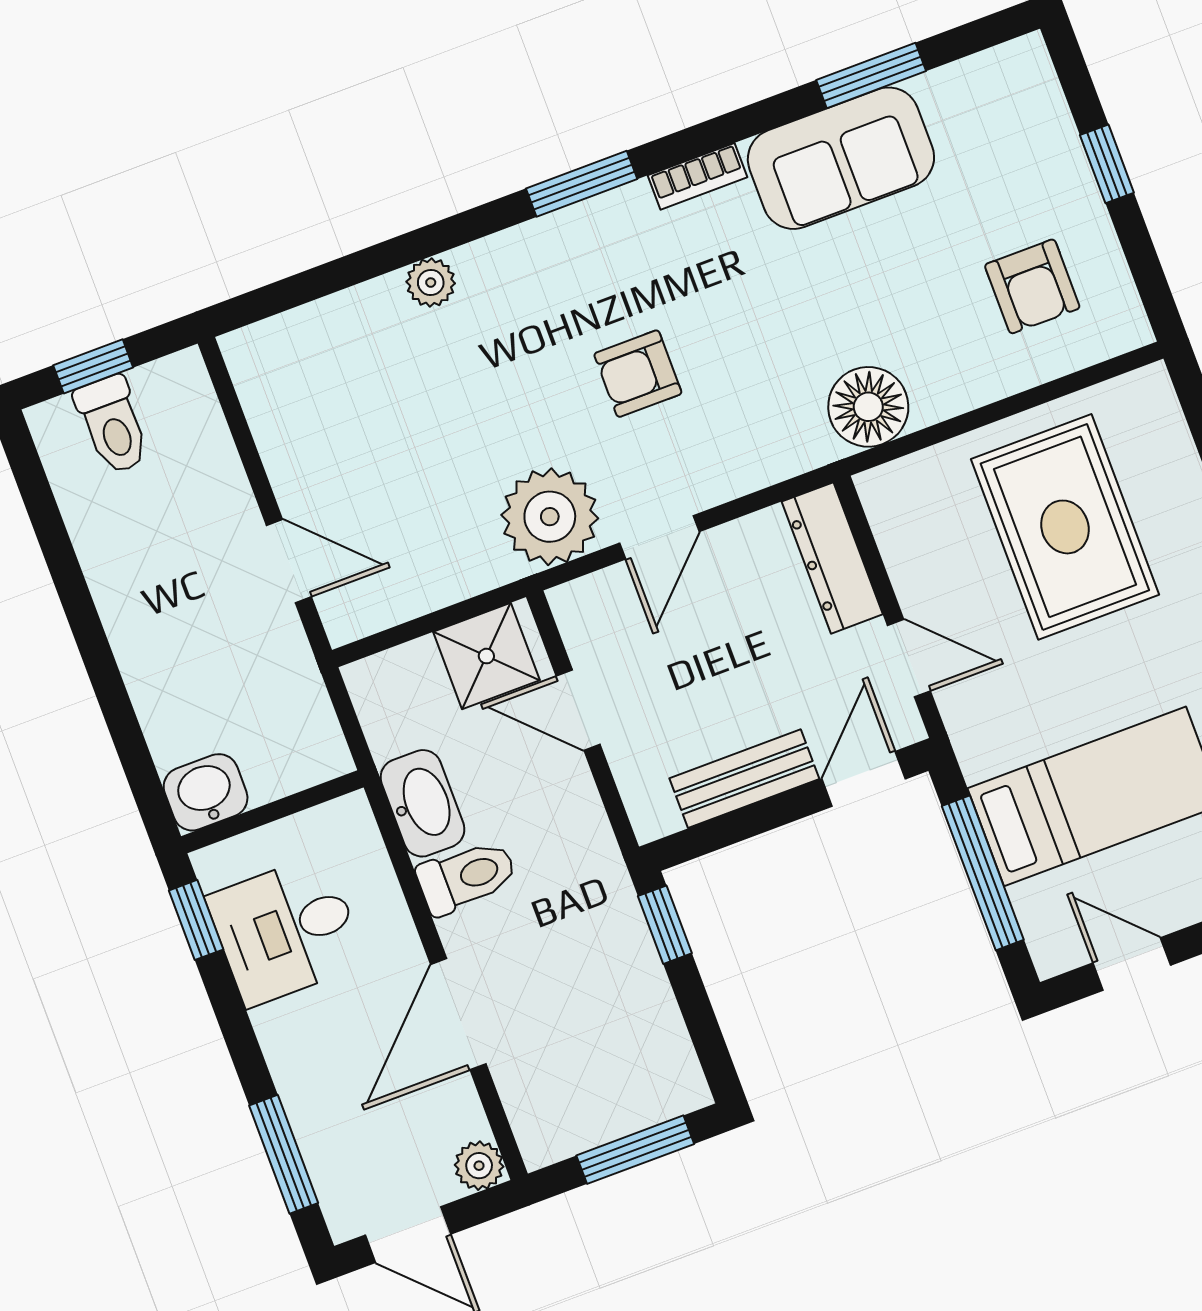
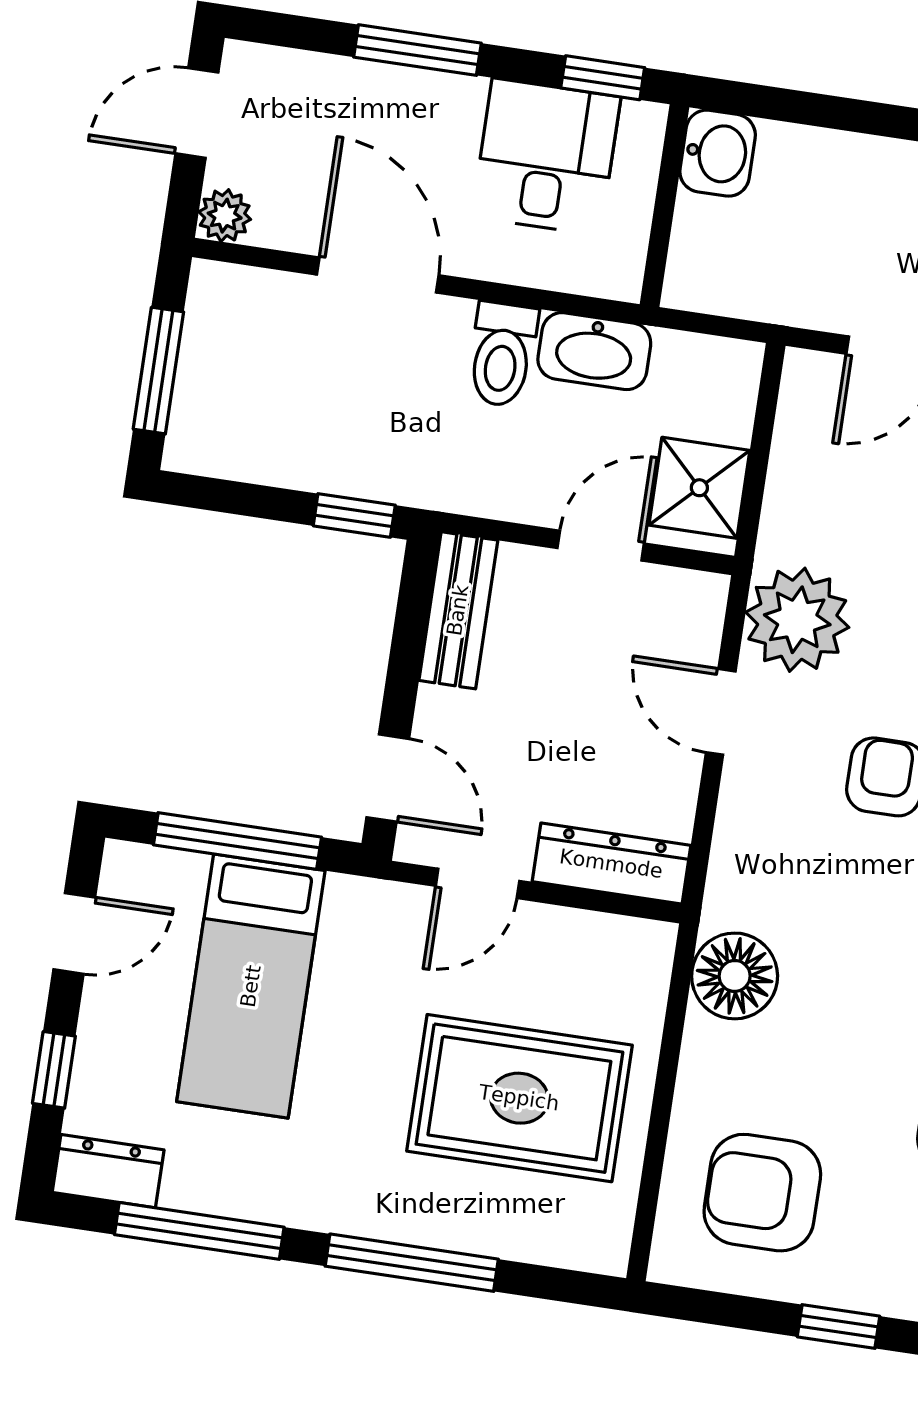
armchair: (1032, 286) -> (762, 1193), width x1.38, depth x1.38
bench: (744, 779) -> (458, 610), moved
window: (284, 1154) -> (417, 50), moved

